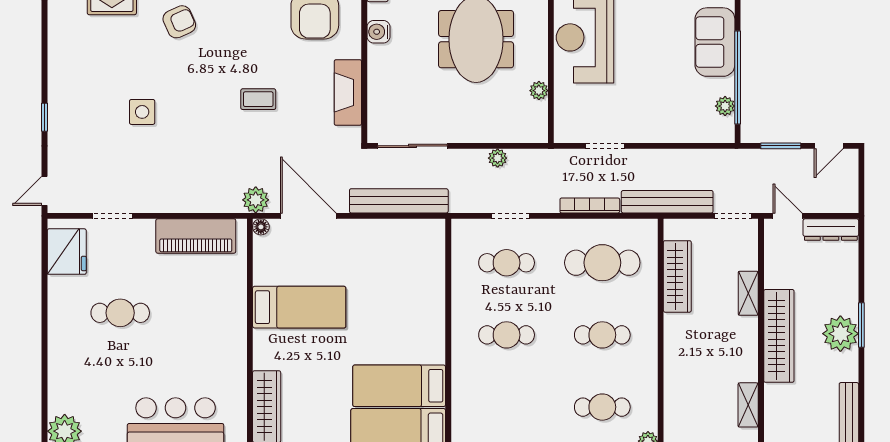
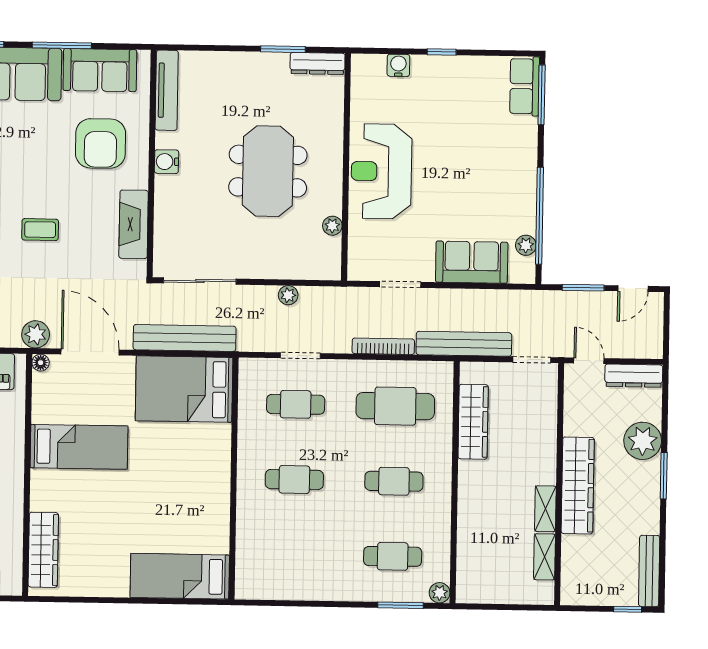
sofa: (715, 42) -> (472, 262), moved, turned 90
shelving: (748, 293) -> (545, 509), moved
plant: (840, 334) -> (643, 441), moved
bed: (399, 386) -> (184, 389), moved, width x1.50

